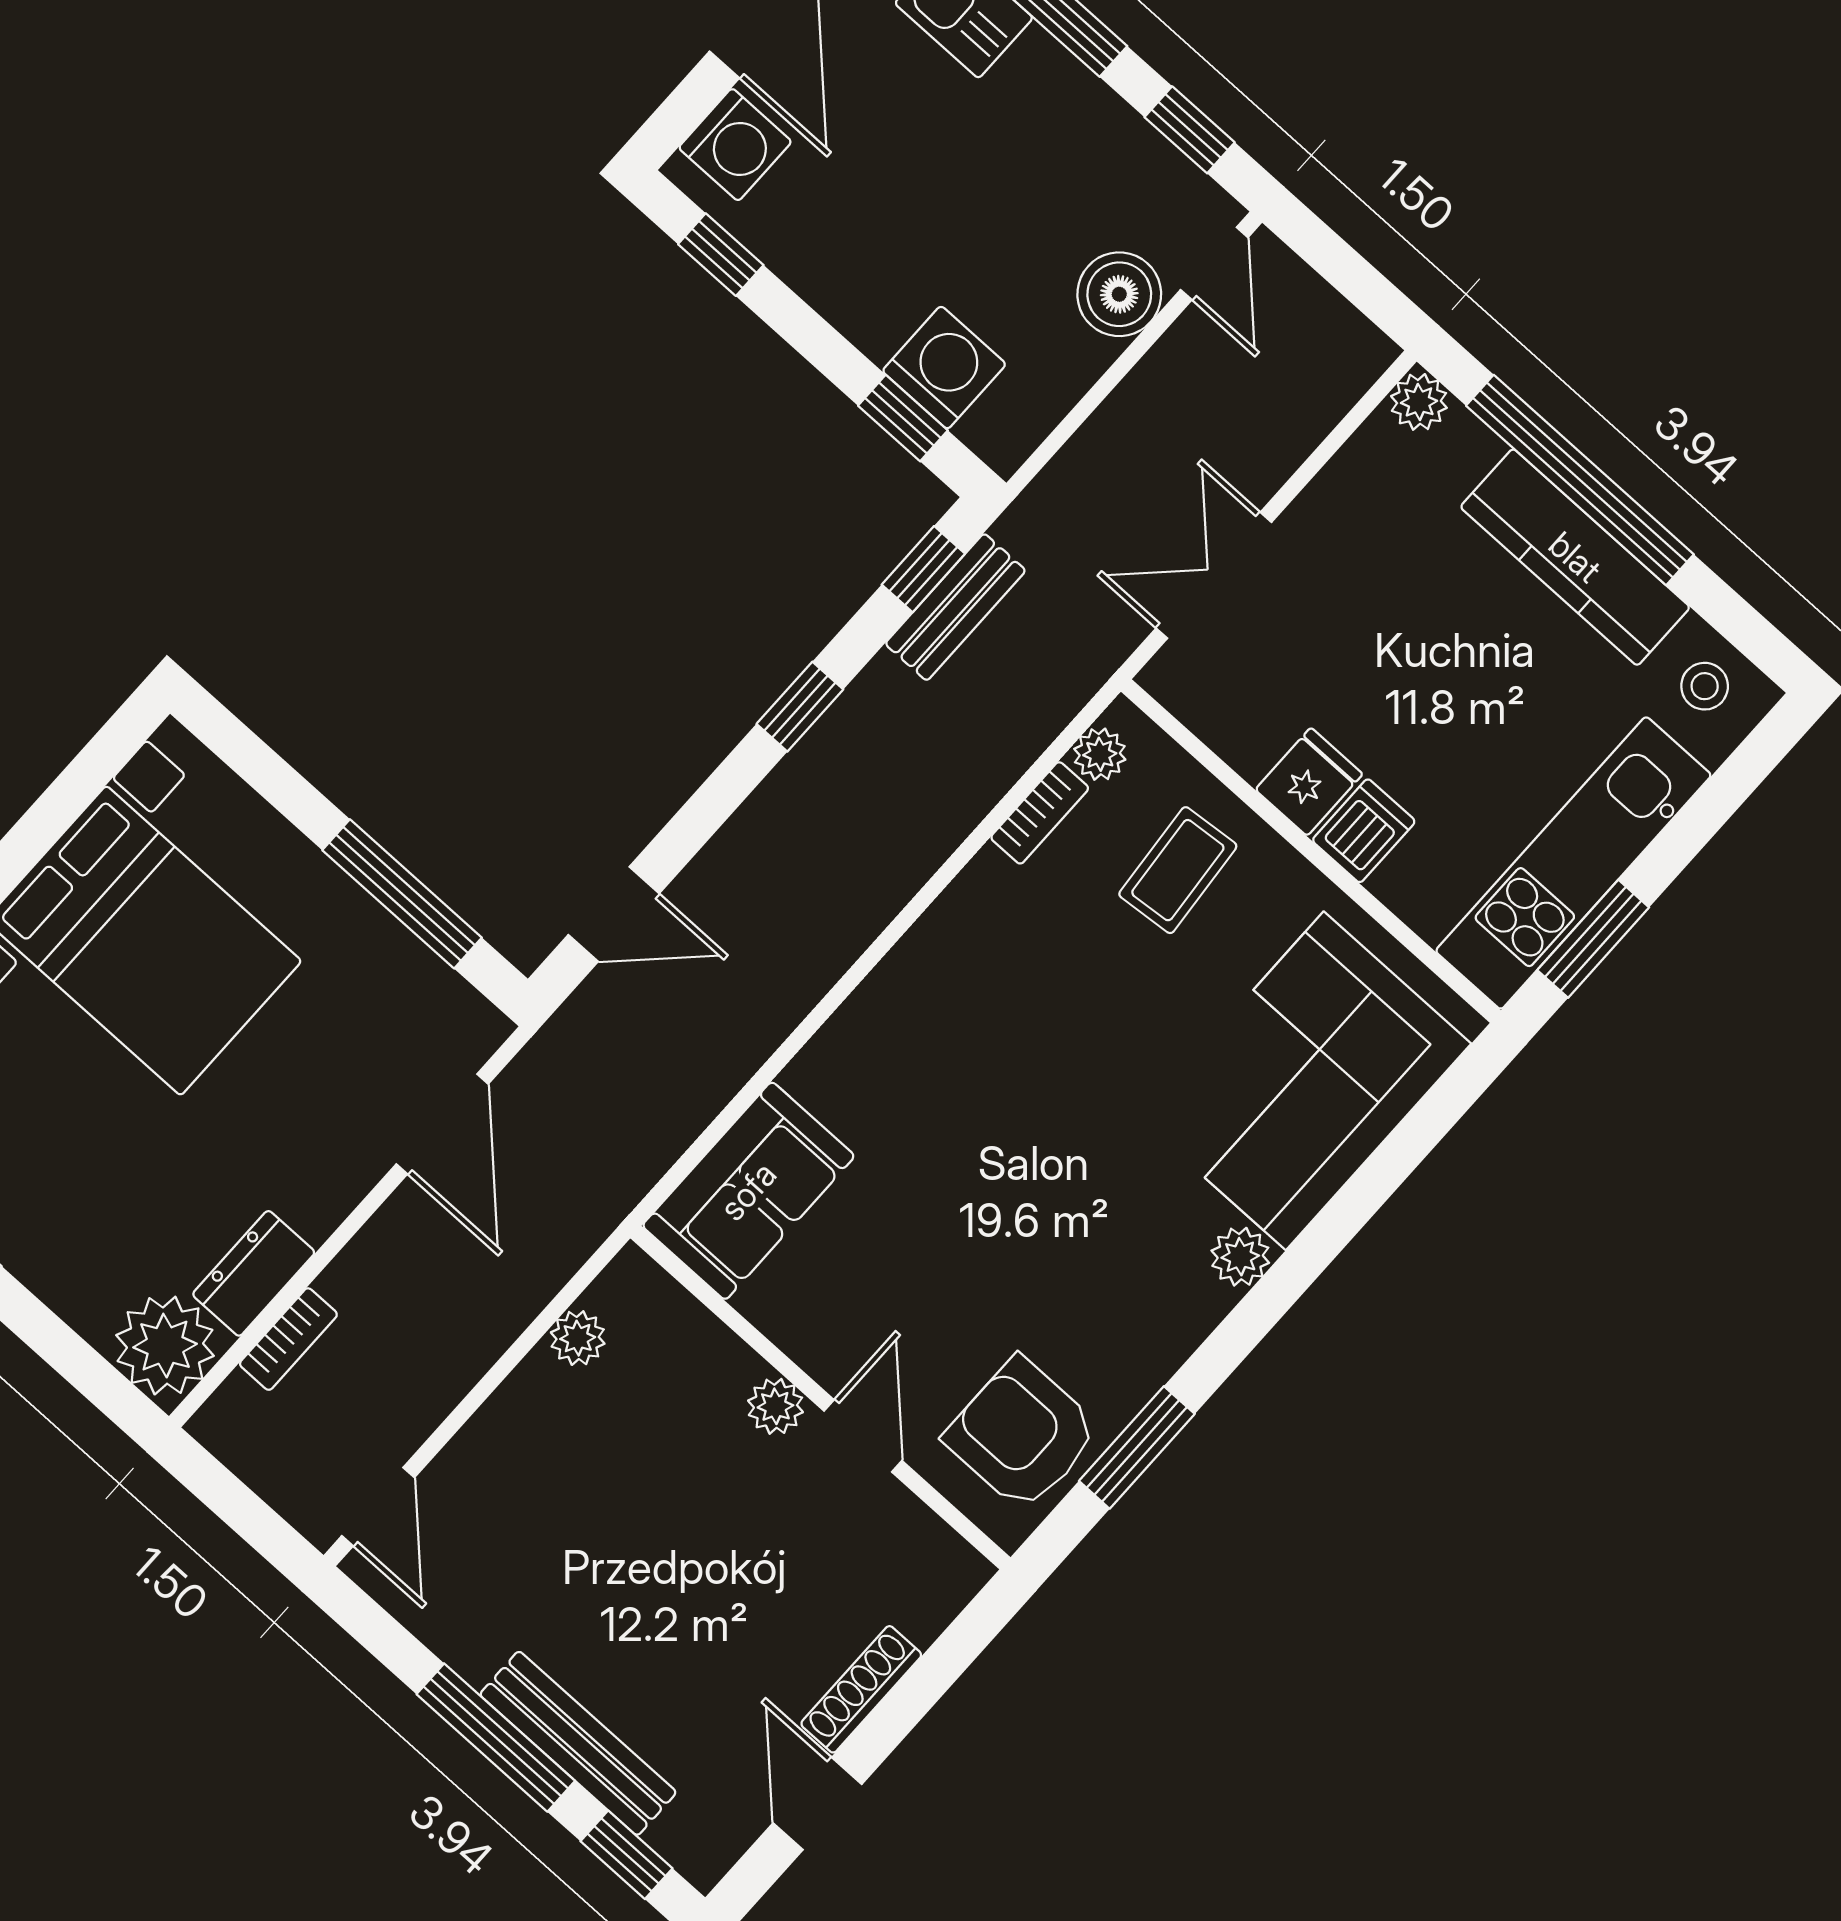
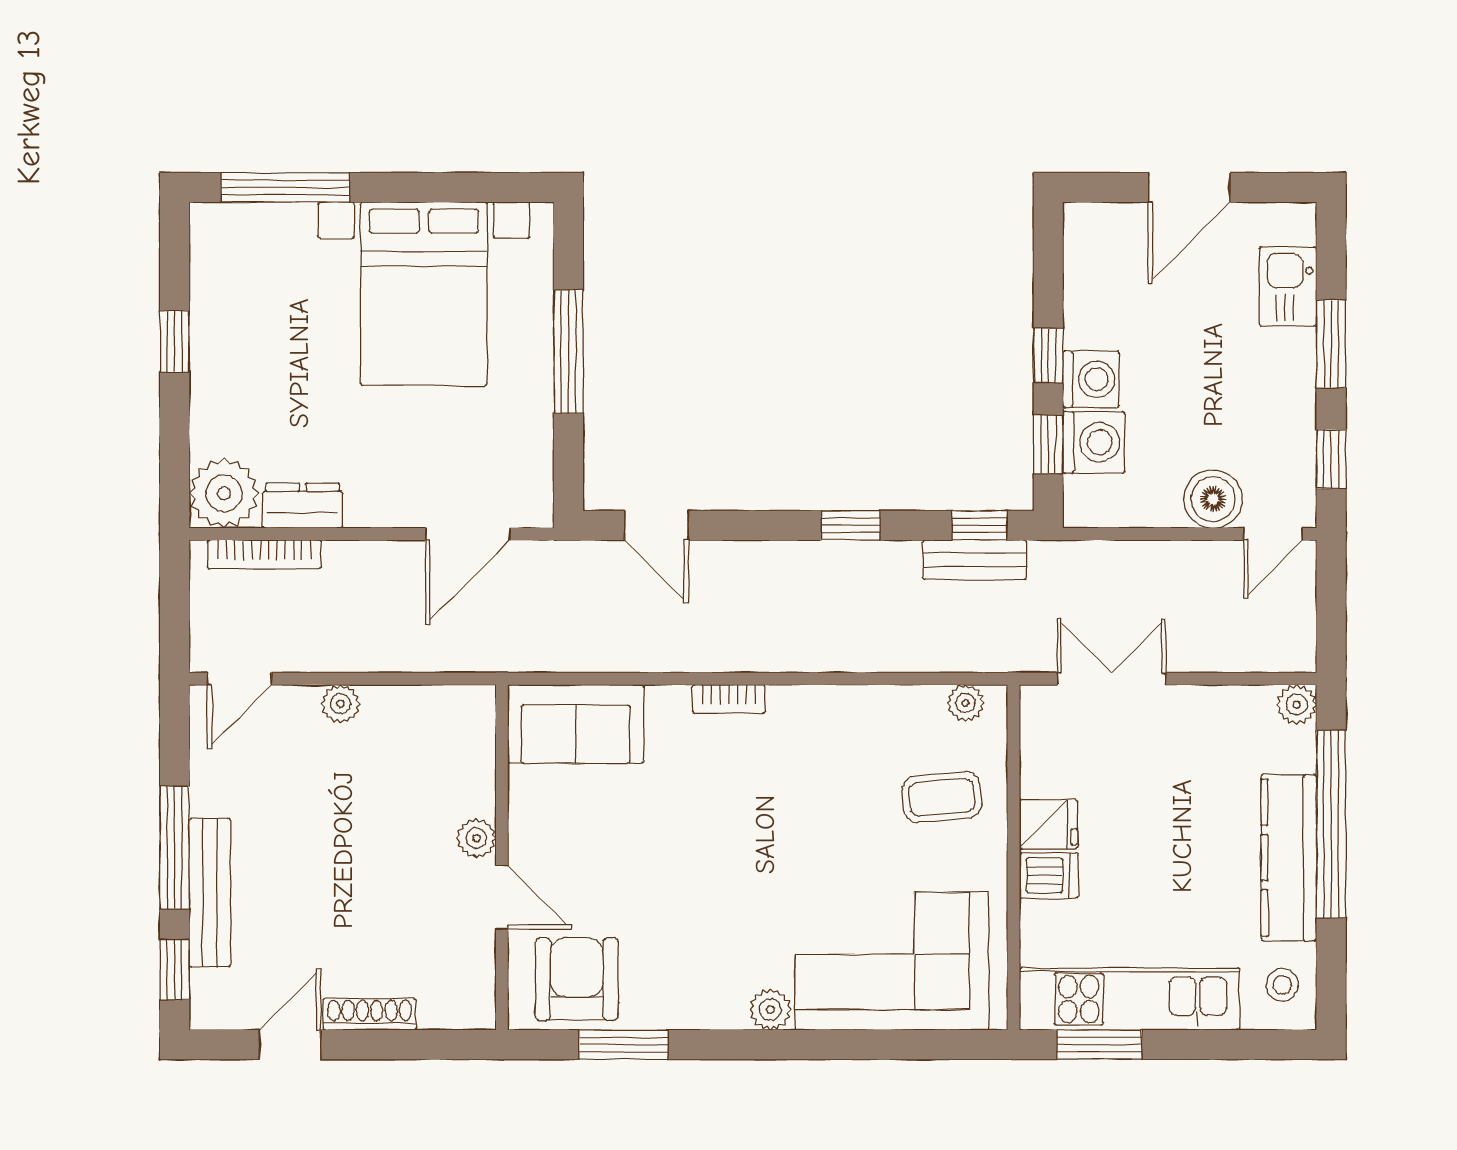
washing machine: (735, 145) -> (1091, 379), moved, turned -90
window: (721, 255) -> (1048, 356), moved
bookcase: (1040, 813) -> (729, 699), moved
window: (402, 894) -> (568, 351), moved
plant: (578, 1338) -> (340, 704), moved
bookcase: (288, 1339) -> (264, 554), width x1.56
door: (863, 1436) -> (502, 897), hinge flipped

